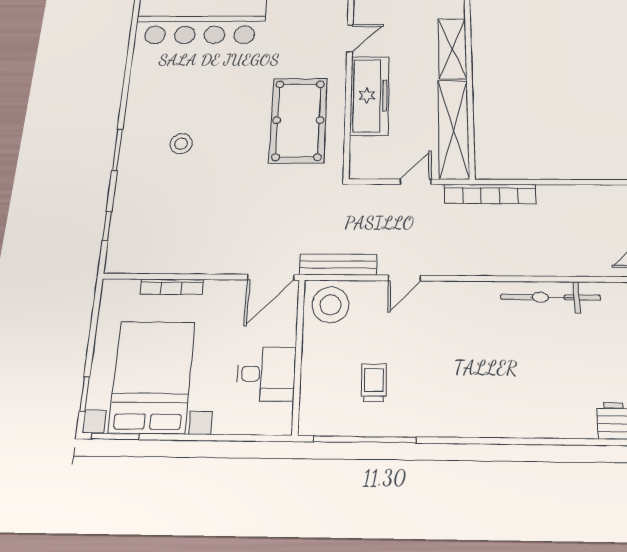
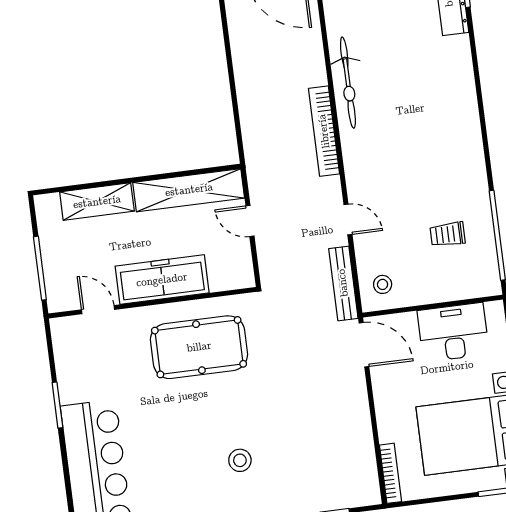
bookcase: (490, 194) -> (324, 131), moved, turned 180
bookcase: (171, 287) -> (391, 473), moved
stool: (330, 305) -> (383, 284), width x0.53, depth x0.53
desk: (266, 374) -> (453, 332), width x1.37

